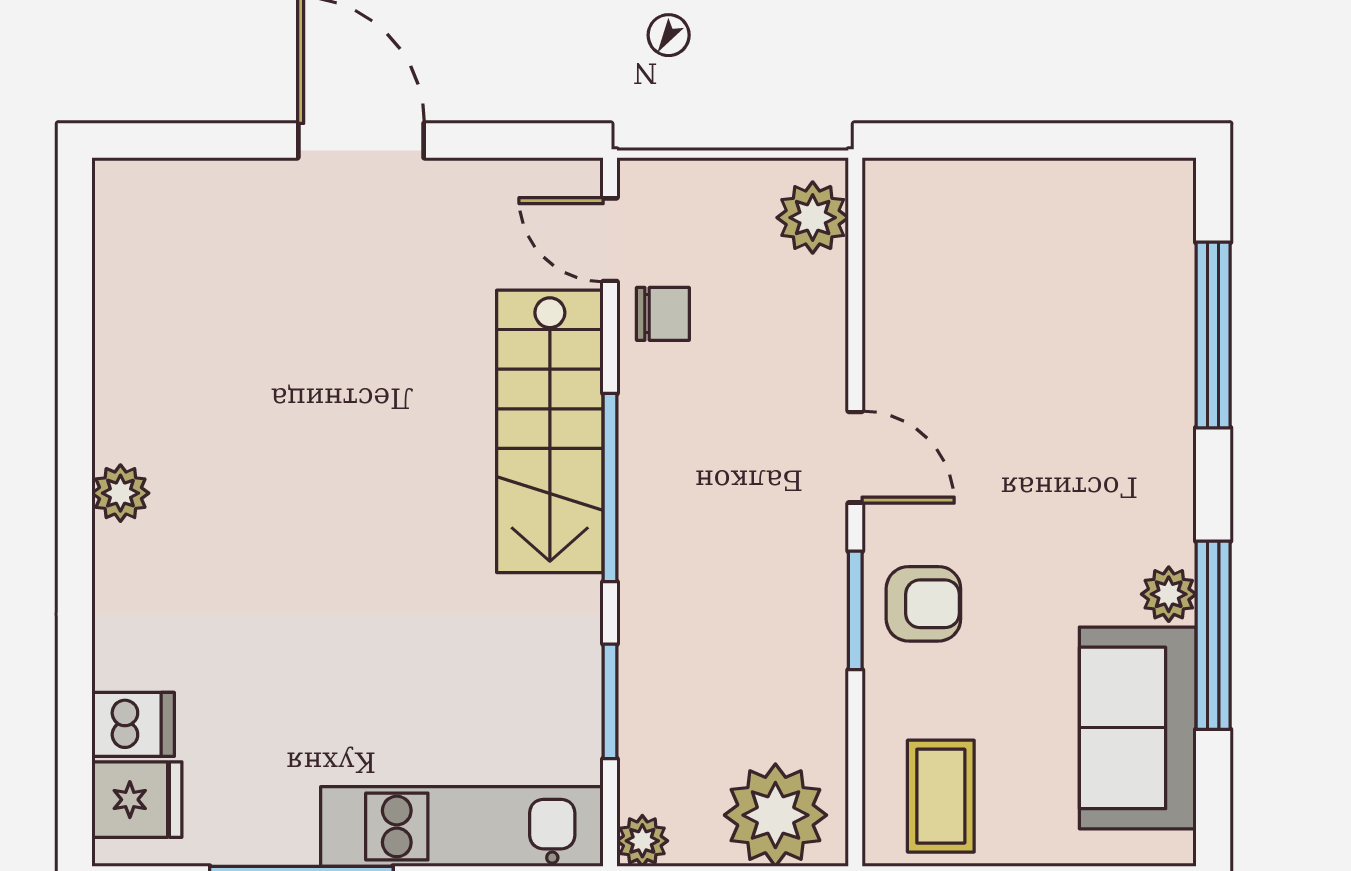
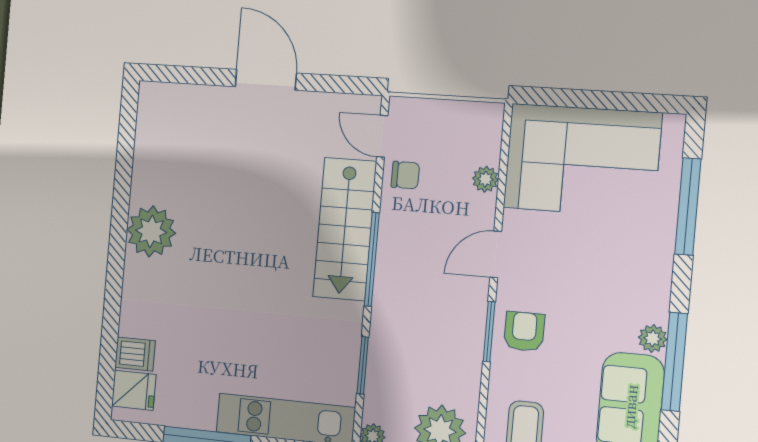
plant: (813, 218) -> (485, 179), moved, width x0.73, depth x0.73
corner sofa: (1006, 261) -> (582, 160), added
door: (855, 457) -> (496, 254), swing flipped
plant: (120, 493) -> (151, 231), width x1.87, depth x1.87
armchair: (923, 604) -> (524, 332), turned -90

